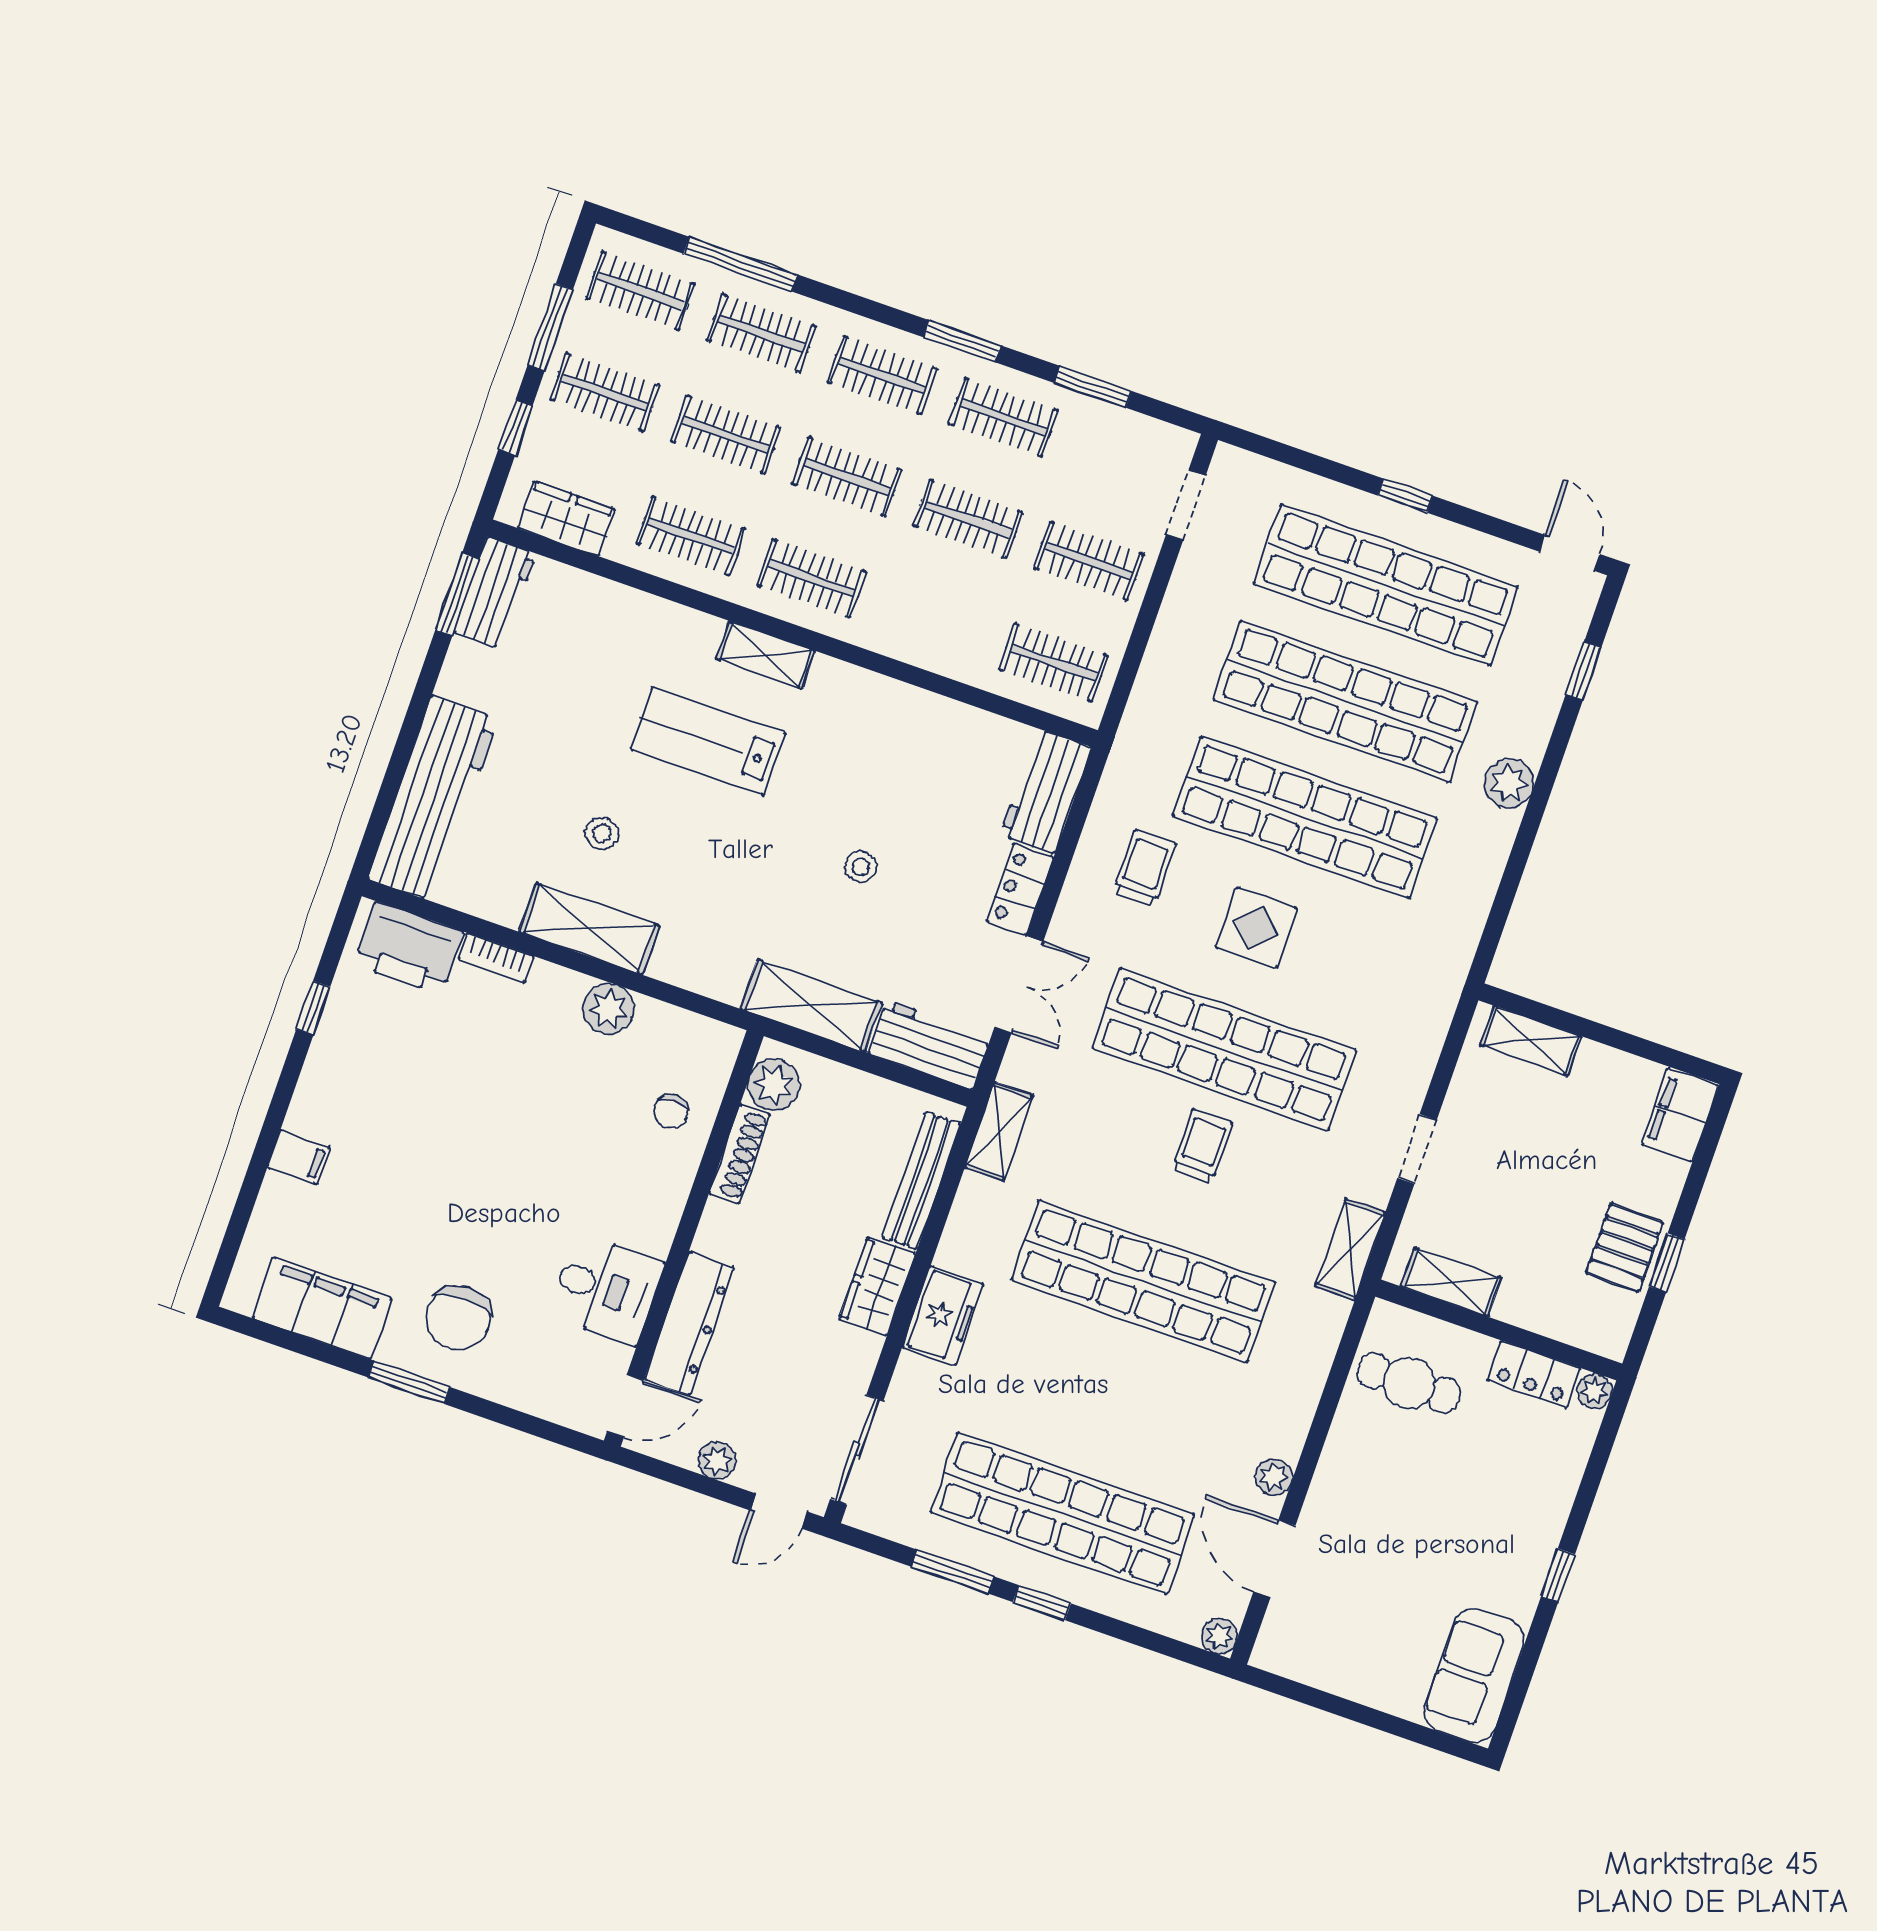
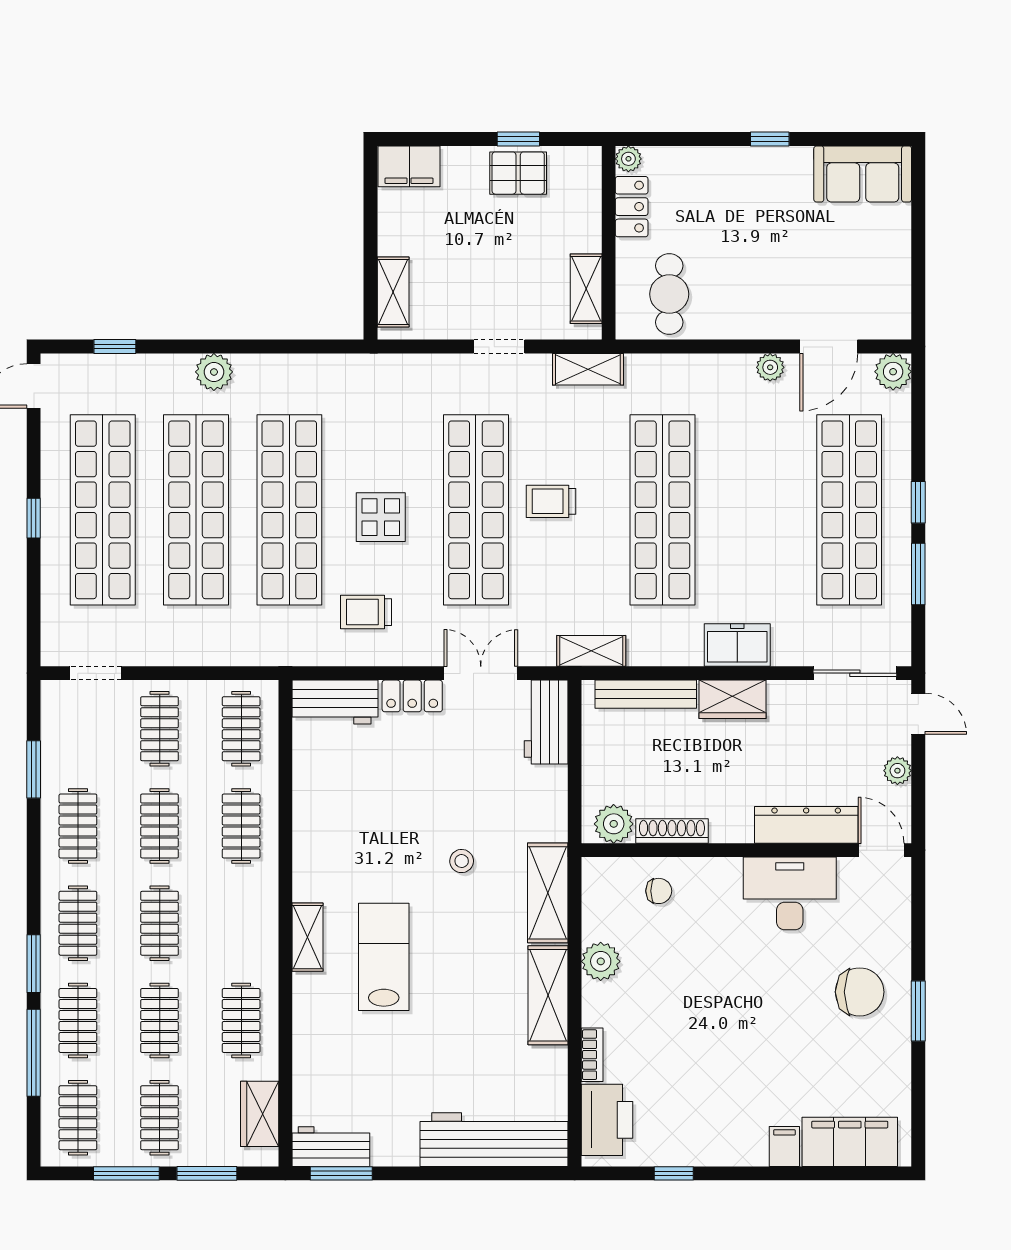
window: (962, 341) -> (34, 964), moved
window: (515, 427) -> (207, 1173), width x1.50
clothes rail: (812, 578) -> (241, 826), moved
lab bench: (708, 741) -> (384, 957), turned 180
stool: (602, 833) -> (476, 1010), removed
stool: (861, 867) -> (462, 861), moved
shelving: (811, 1006) -> (548, 893), moved
desk: (606, 1289) -> (790, 893), width x1.37
filing cabinet: (322, 1308) -> (850, 1142), moved, turned 90
plant: (1219, 1636) -> (893, 372), width x1.38, depth x1.38

